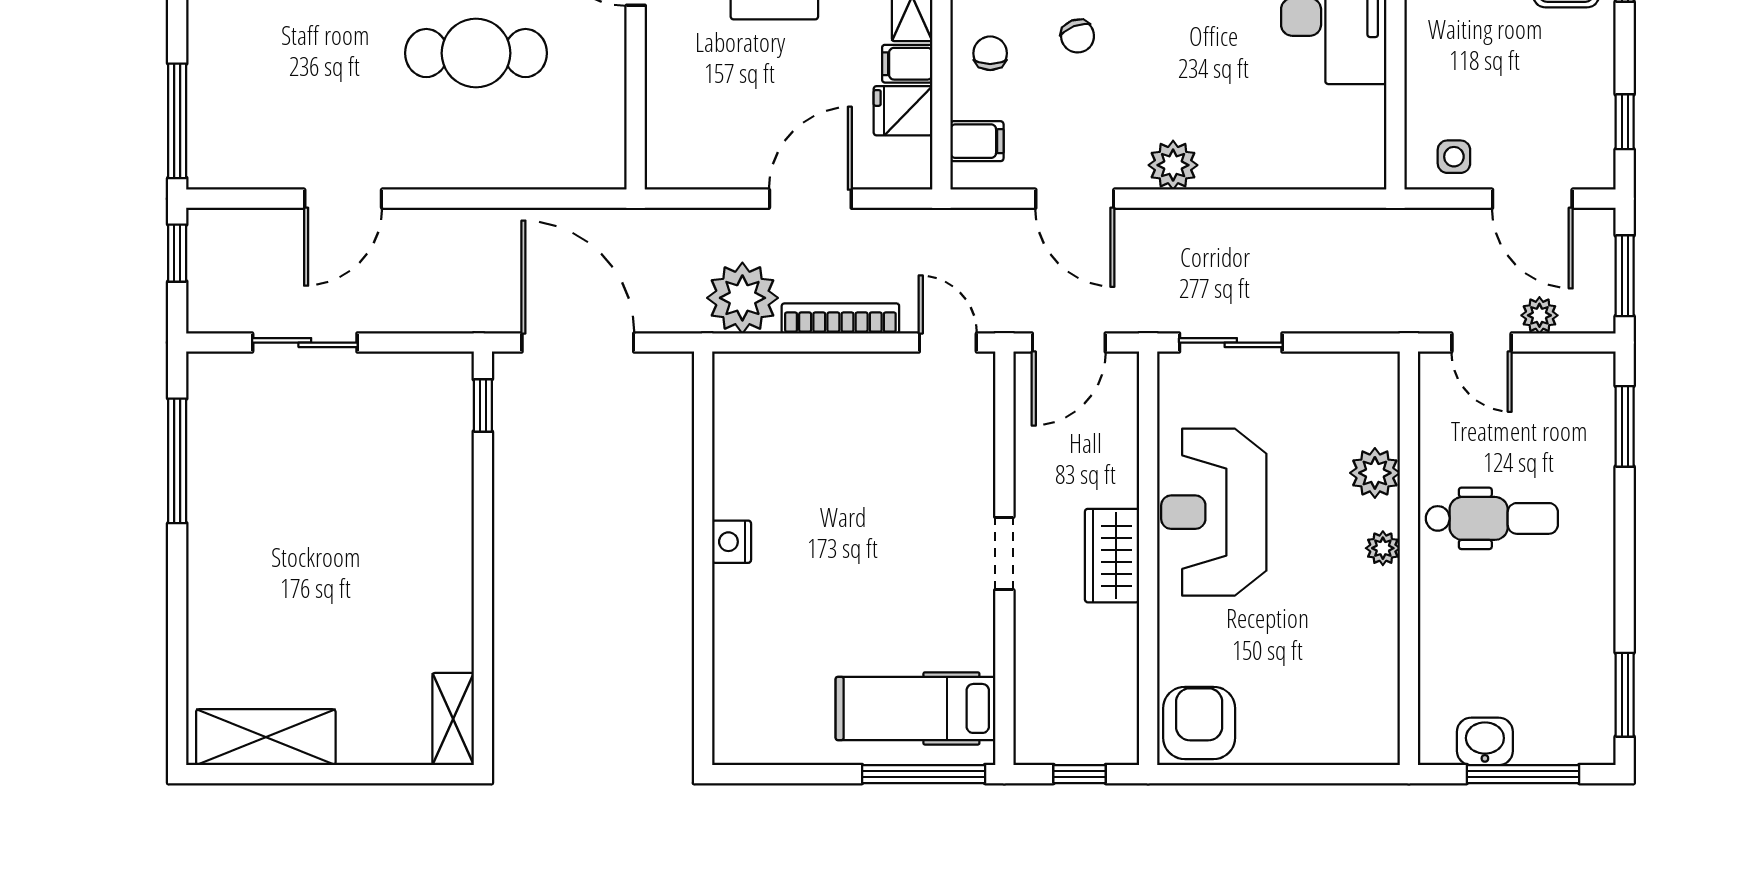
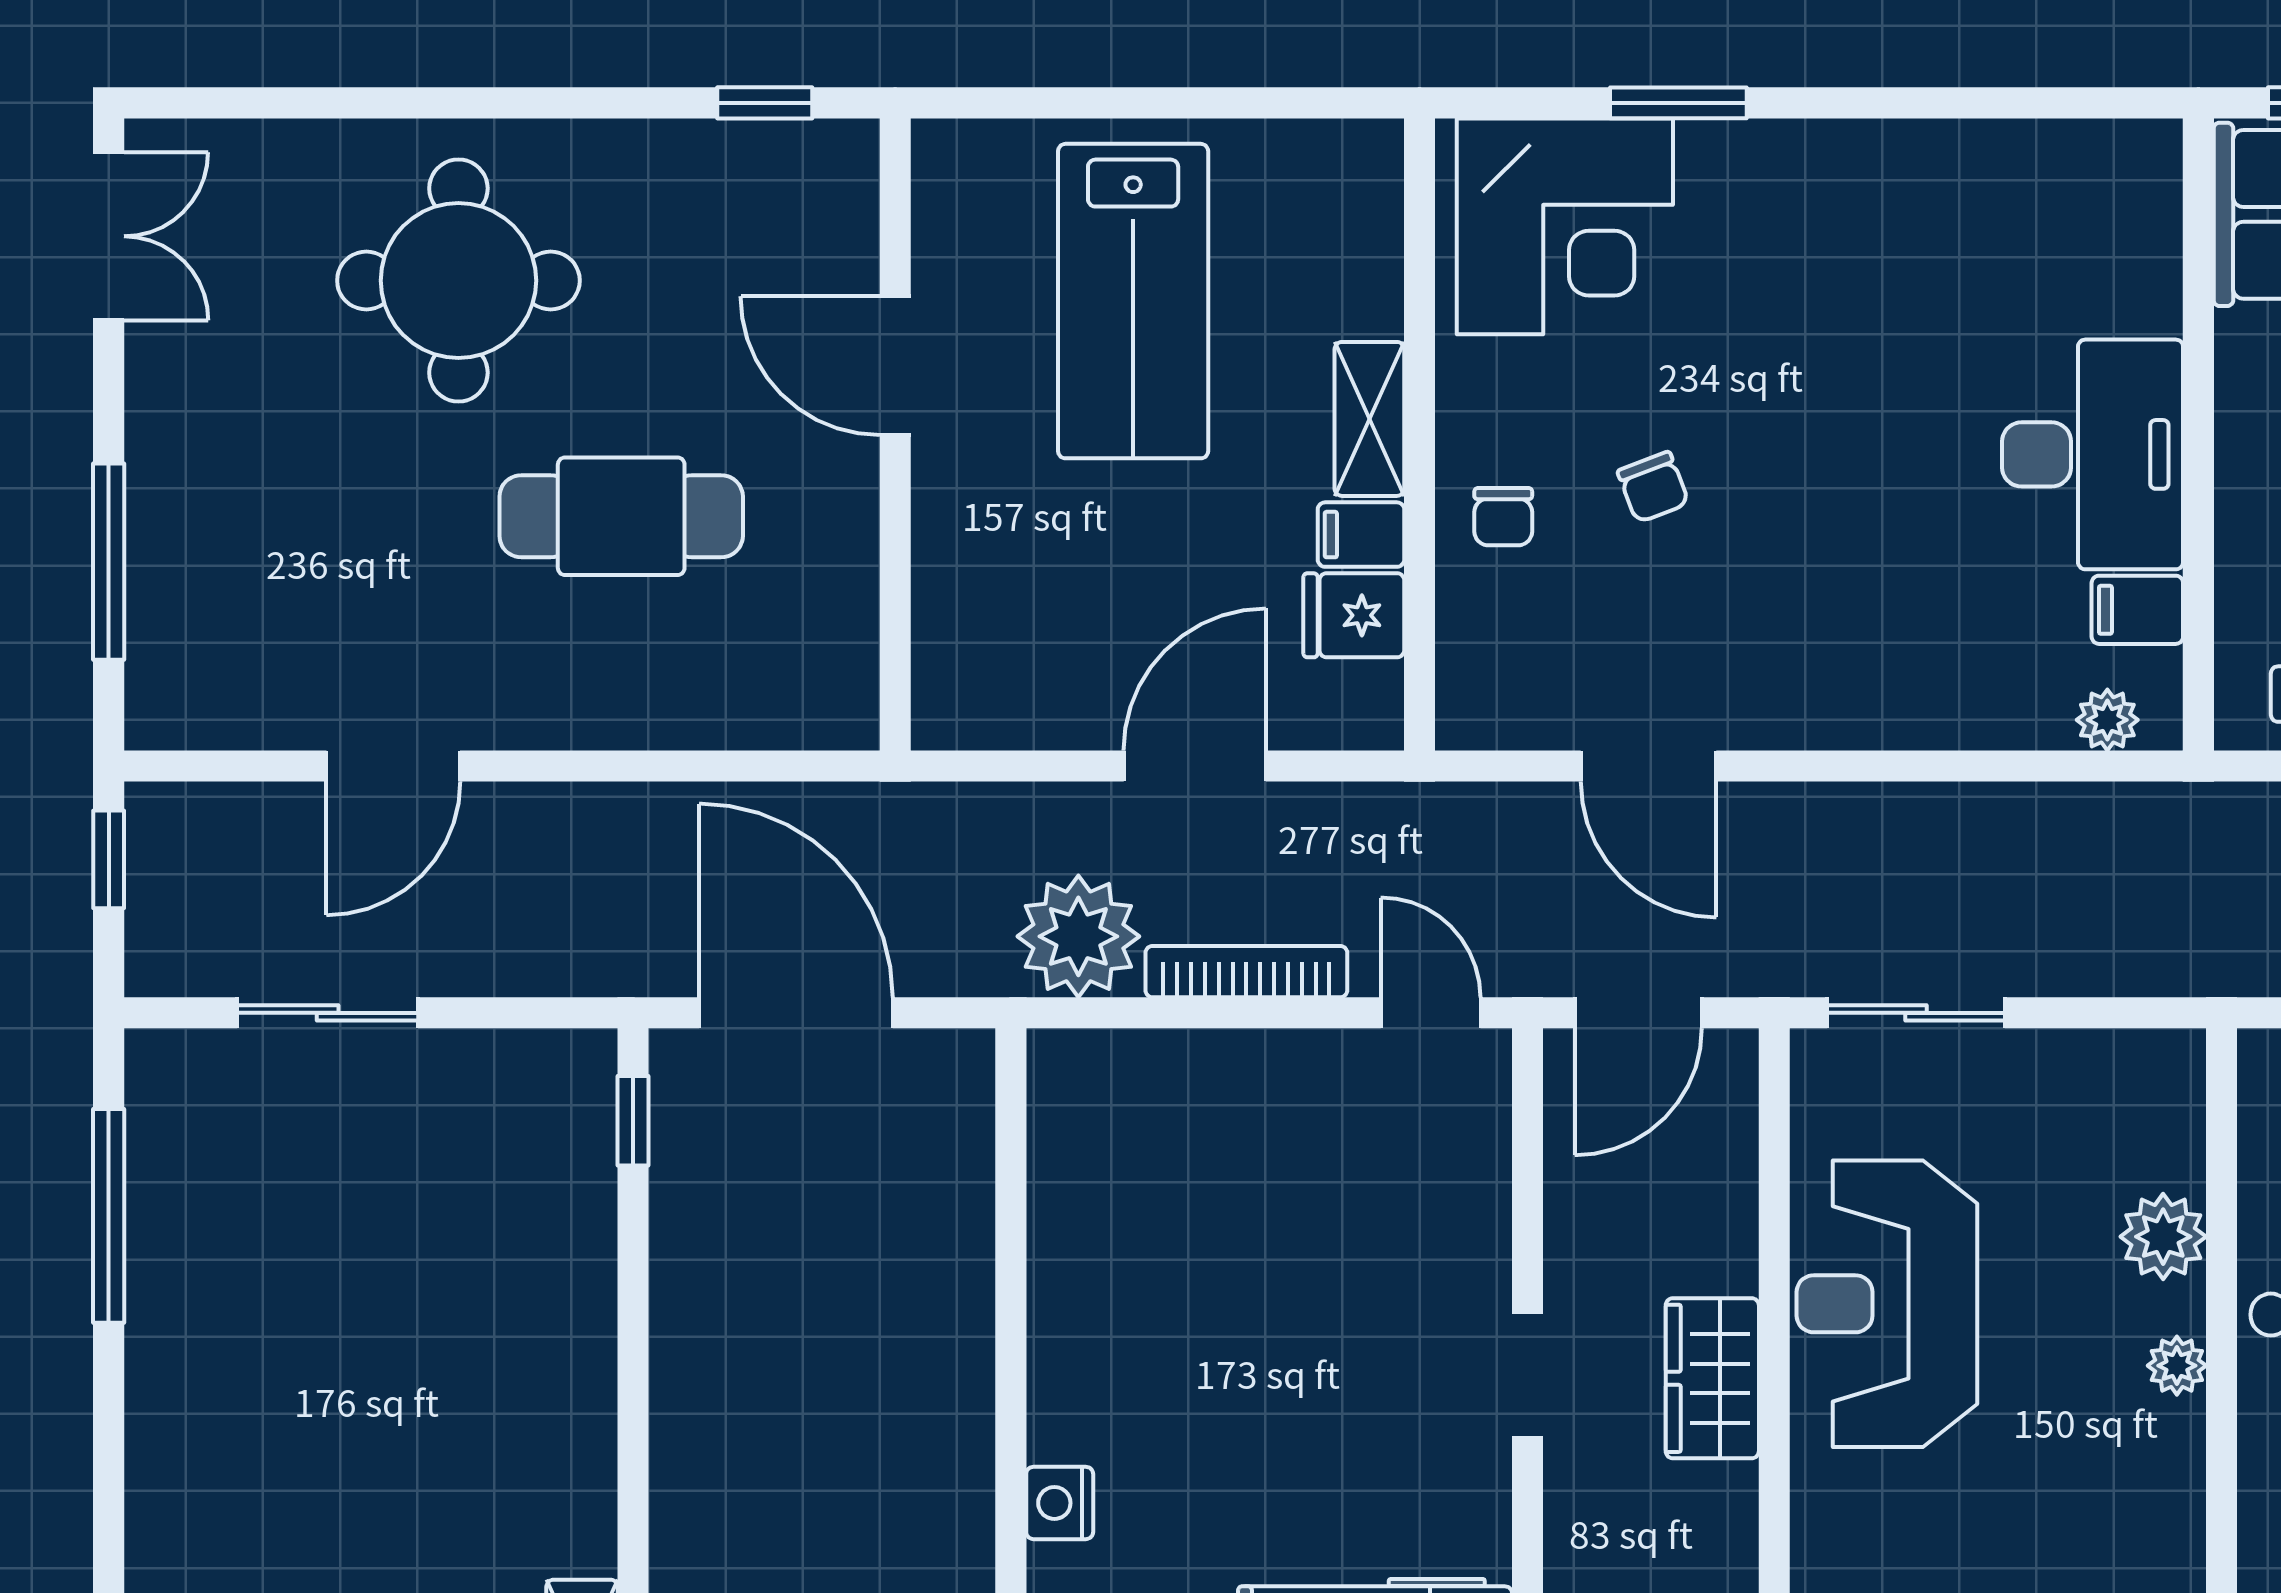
chair: (990, 53) -> (1503, 517), turned 180
window: (177, 121) -> (109, 562), moved
filing cabinet: (977, 141) -> (2137, 610), moved, turned 180
plant: (1173, 165) -> (2107, 720), moved, width x0.73, depth x0.73
nightstand: (732, 542) -> (1060, 1503), moved

